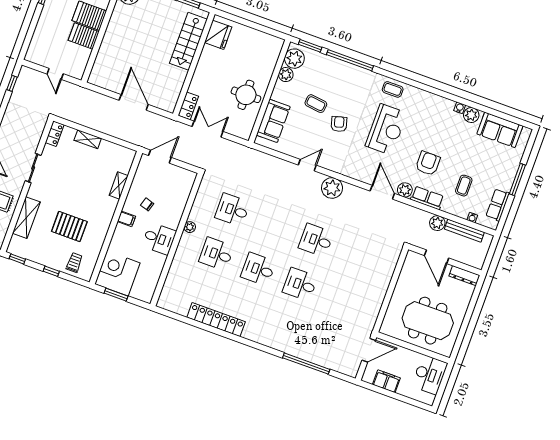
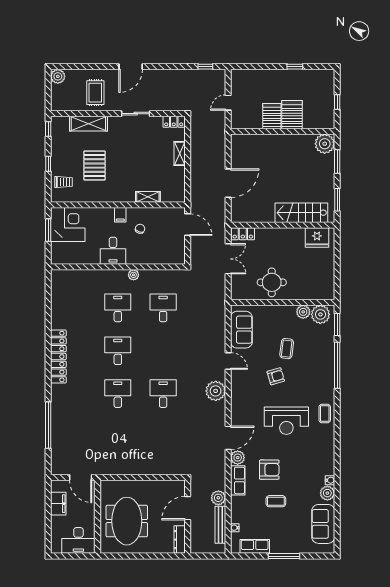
sofa: (273, 121) -> (241, 330), moved, turned -90
coffee table: (464, 186) -> (276, 501), moved
locker: (216, 320) -> (58, 357), moved

